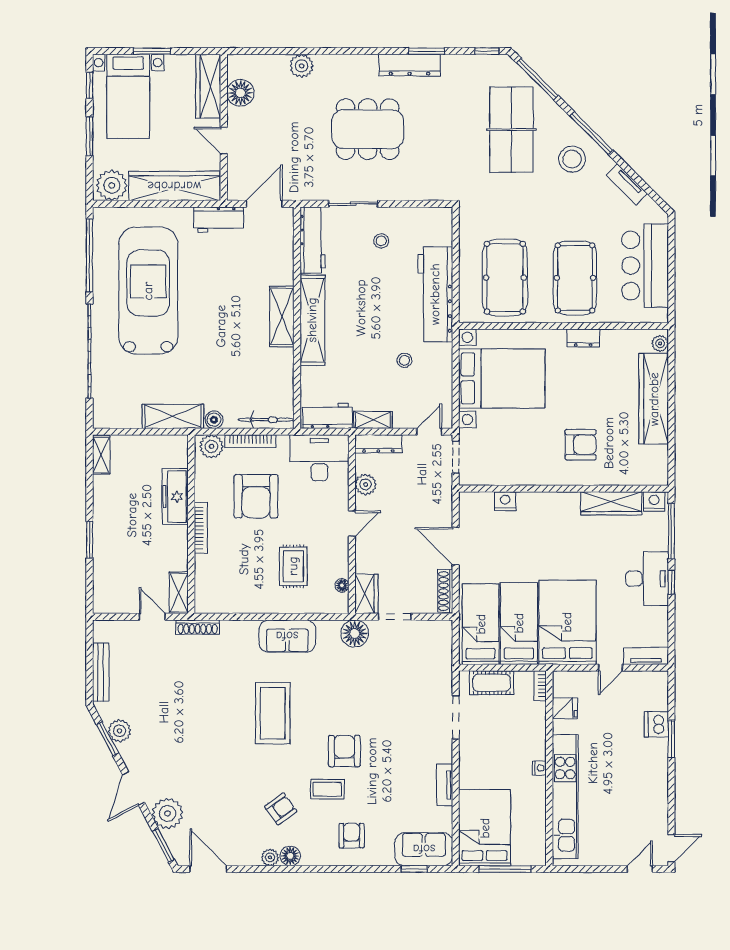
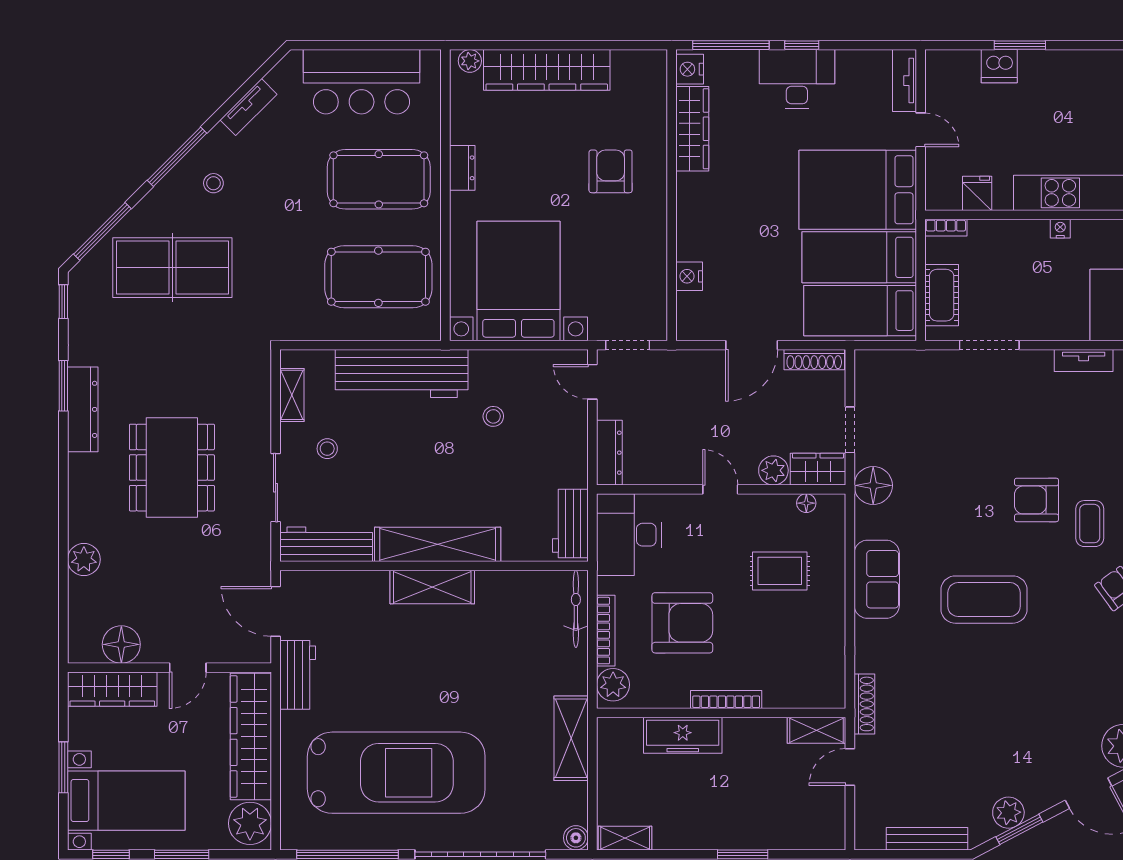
stool: (572, 159) -> (213, 183), width x0.53, depth x0.53
car: (148, 291) -> (396, 773), turned 180
boiler: (214, 420) -> (576, 838), moved
shelving: (373, 420) -> (292, 395), moved
plant: (366, 484) -> (773, 470), moved

